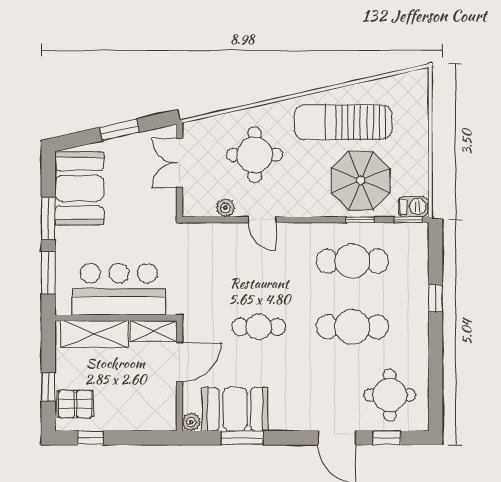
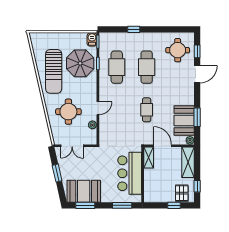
window: (48, 218) -> (85, 205), moved
shelving: (95, 334) -> (188, 162), moved

